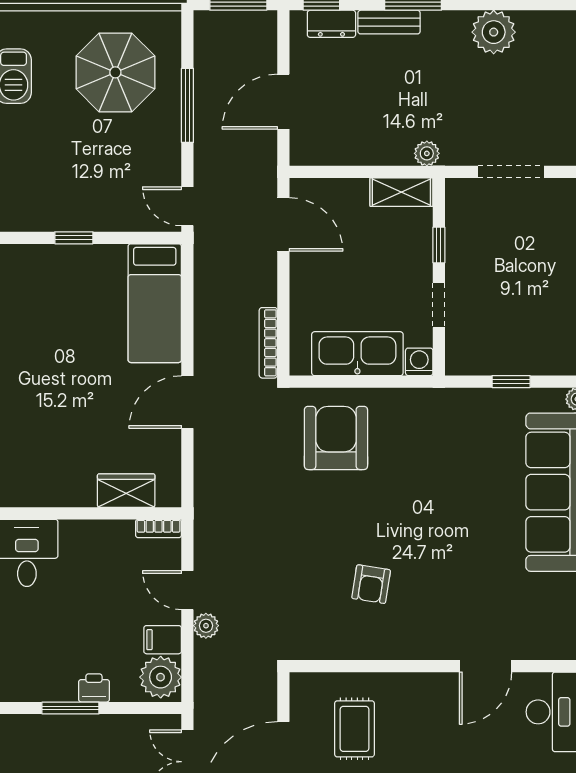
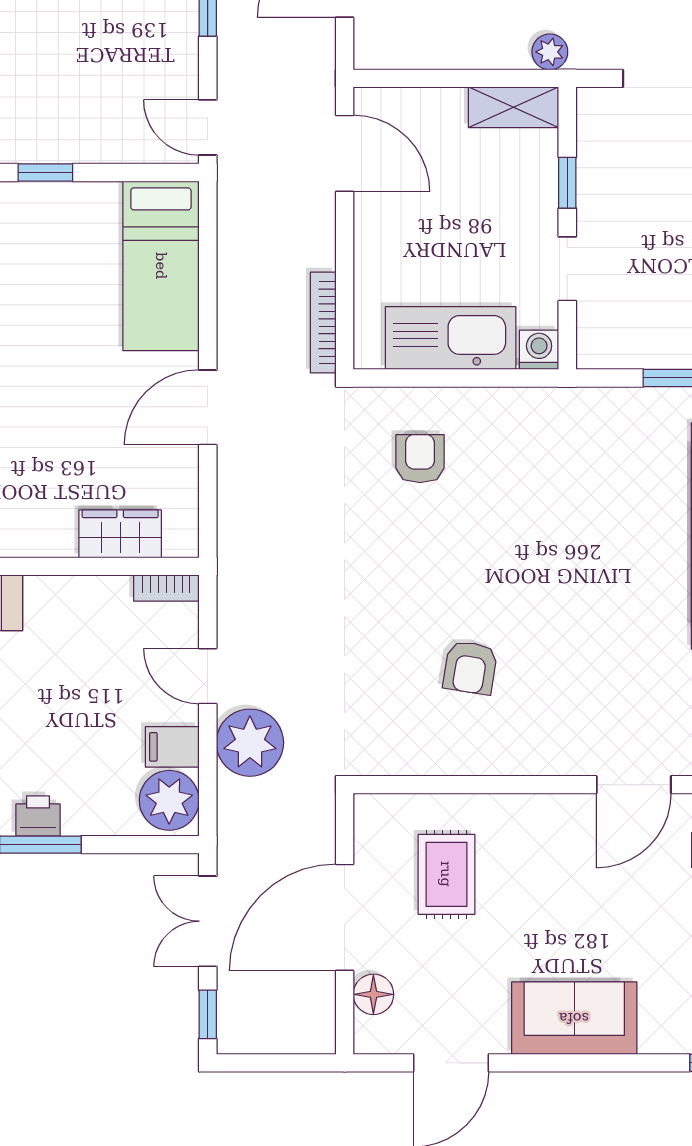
armchair: (336, 438) -> (420, 459), width x0.53, depth x0.53
plant: (206, 626) -> (250, 743), width x1.87, depth x1.87
printer: (94, 688) -> (38, 816), moved

